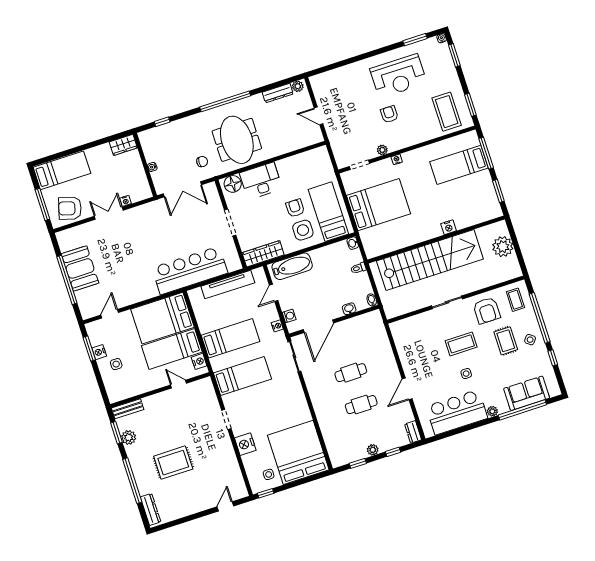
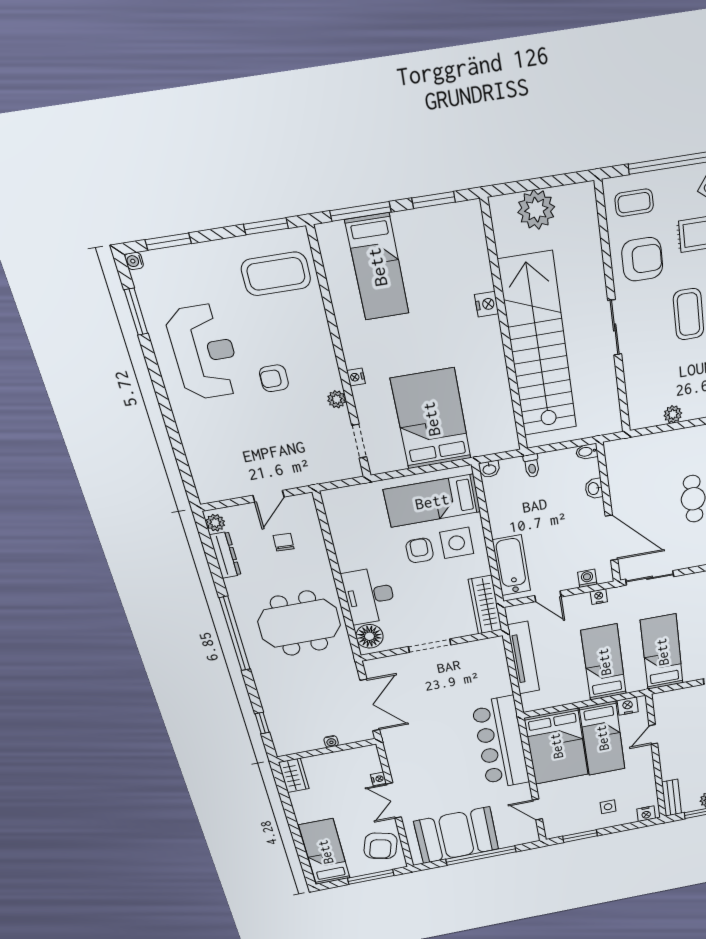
chair: (202, 162) -> (284, 542), moved
armchair: (295, 208) -> (420, 550), turned 90
booth: (80, 268) -> (456, 835), width x1.36, depth x1.42
bar counter: (190, 270) -> (501, 743), moved
plant: (402, 348) -> (673, 414), added
nightstand: (99, 352) -> (646, 814), moved

